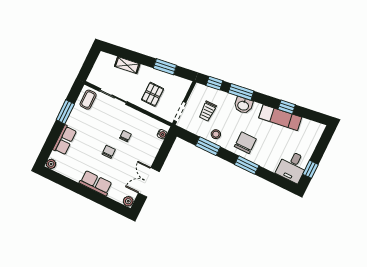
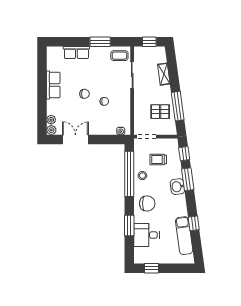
window: (89, 64) -> (149, 42), added
window: (165, 67) -> (178, 106), width x1.44
pallet: (153, 94) -> (160, 112), moved
exam couch: (280, 118) -> (184, 236), moved
window: (208, 146) -> (129, 174), width x2.11
plant: (51, 164) -> (51, 120), moved
window: (247, 165) -> (129, 226), moved
desk: (292, 166) -> (147, 235), moved
row of seats: (96, 183) -> (53, 85), moved

